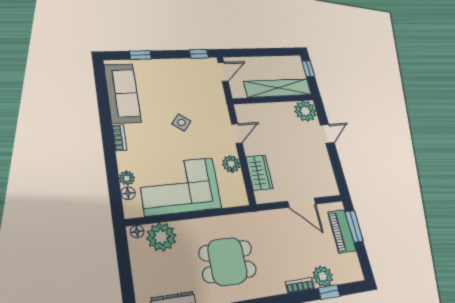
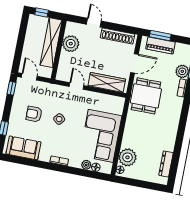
armchair: (175, 88) -> (34, 114), added
sofa: (122, 93) -> (23, 148), width x0.73
plant: (305, 111) -> (71, 44), moved
plant: (231, 164) -> (96, 98), removed
shoe rack: (326, 169) -> (117, 36), added
wardrobe: (259, 173) -> (107, 82), width x1.50
dining table: (227, 261) -> (146, 96), moved

